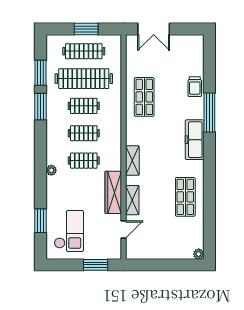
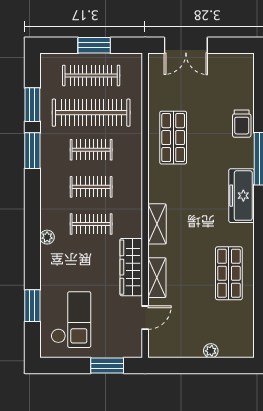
plant: (199, 254) -> (211, 351), moved

